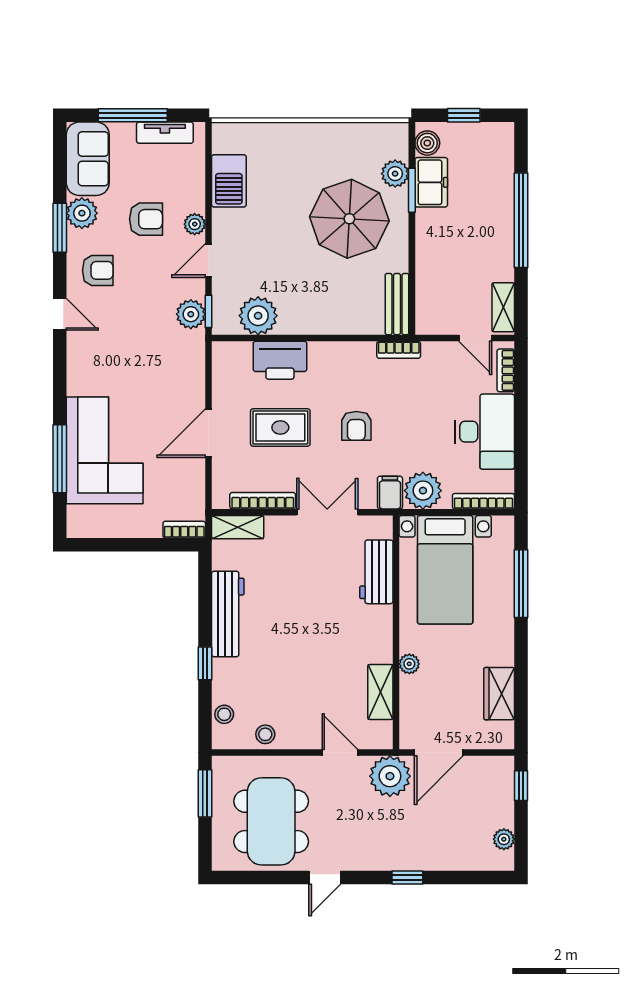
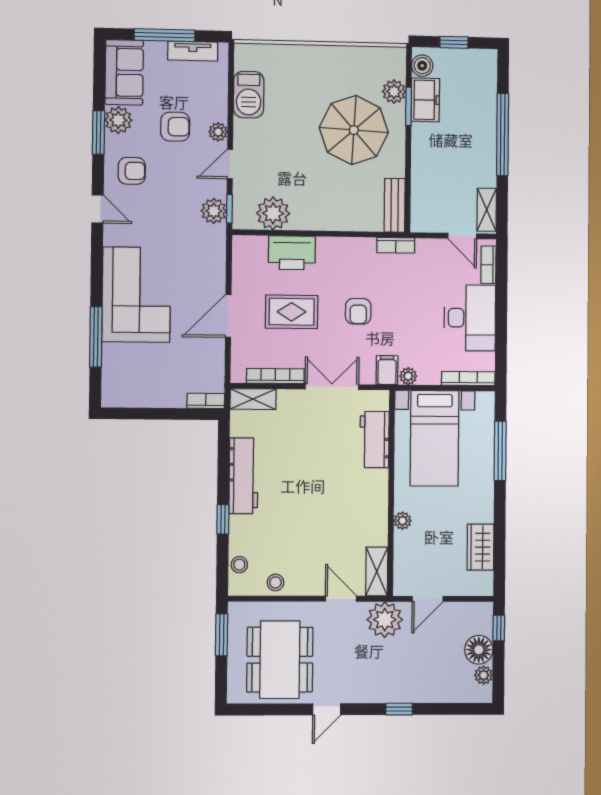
corner sofa: (105, 450) -> (136, 295), moved
plant: (423, 491) -> (408, 376), width x0.53, depth x0.53
shelving: (380, 692) -> (377, 572), moved
door: (439, 753) -> (428, 599), width x0.73
floor lamp: (498, 810) -> (479, 650), added

